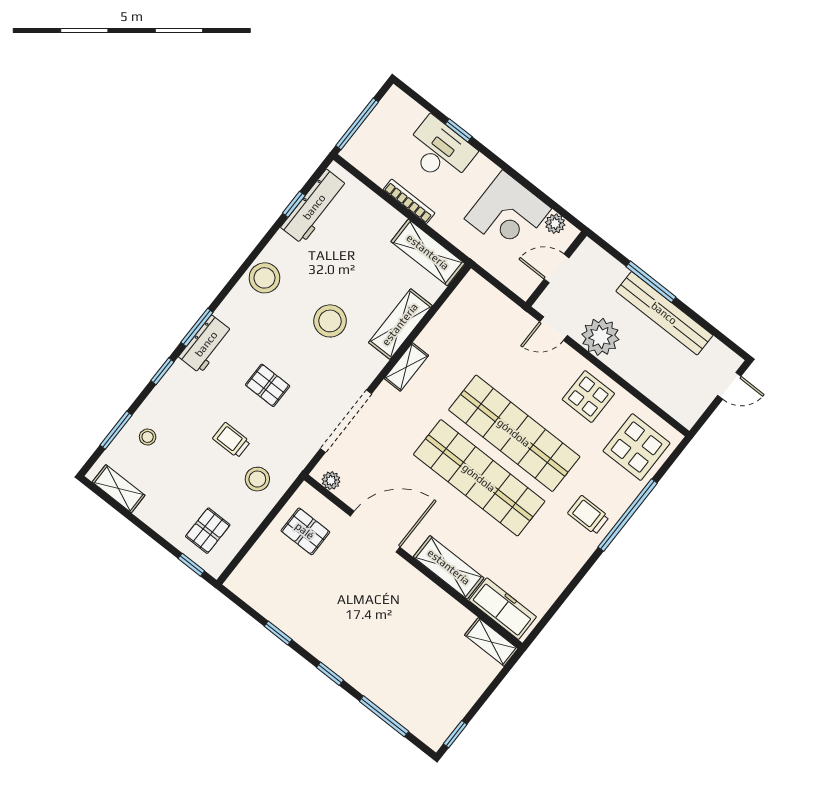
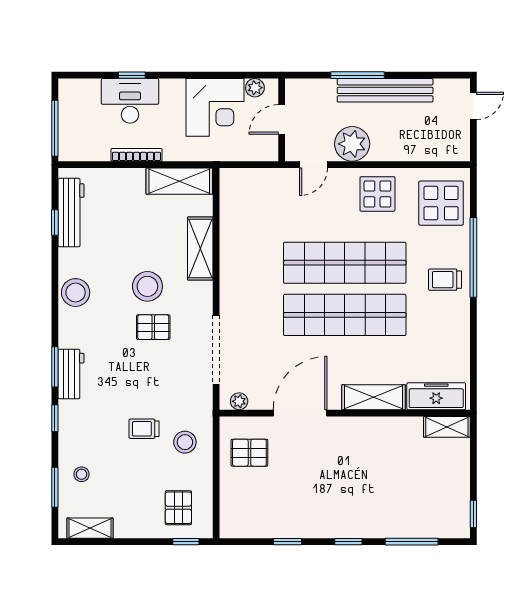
shelving: (406, 367) -> (229, 276), removed
pallet: (268, 385) -> (153, 327), moved

